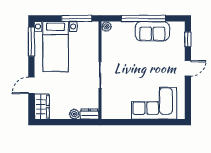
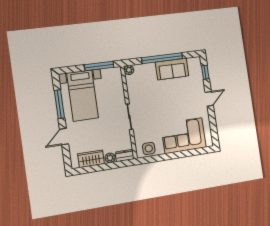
window: (31, 42) -> (59, 104), moved
wardrobe: (42, 107) -> (91, 159), moved, turned -90
side table: (115, 111) -> (149, 148), added

